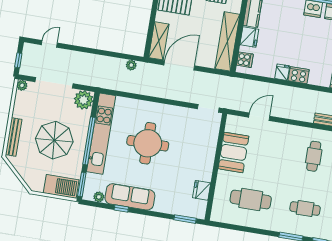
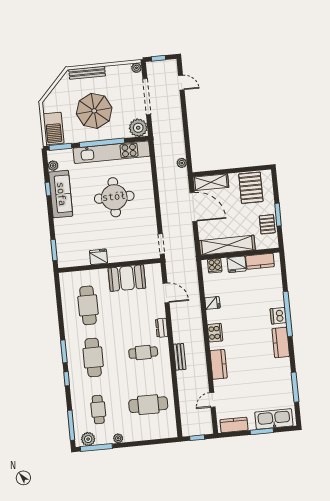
cooker: (299, 75) -> (215, 333), moved
dresser: (294, 131) -> (162, 328), added
fridge: (202, 190) -> (99, 257), moved
cafe table: (305, 209) -> (93, 357), width x1.37, depth x1.35

